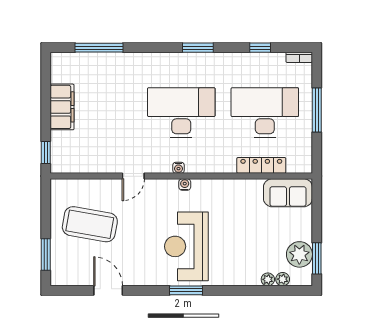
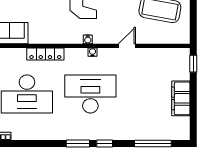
window: (260, 48) -> (105, 143), moved
desk: (181, 113) -> (90, 94), turned 180
locker: (261, 165) -> (45, 54), moved

